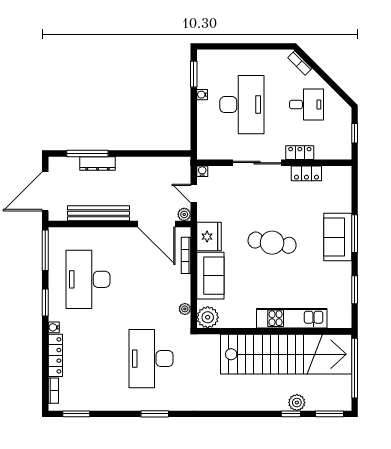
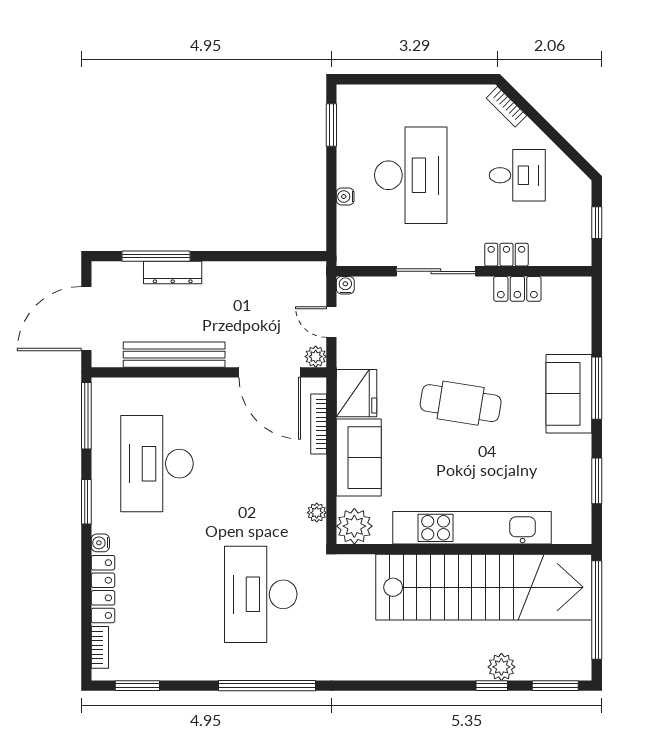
water cooler: (202, 95) -> (345, 197), moved
kitchen unit: (292, 318) -> (472, 528), width x1.36
window: (155, 414) -> (267, 686), width x2.11

